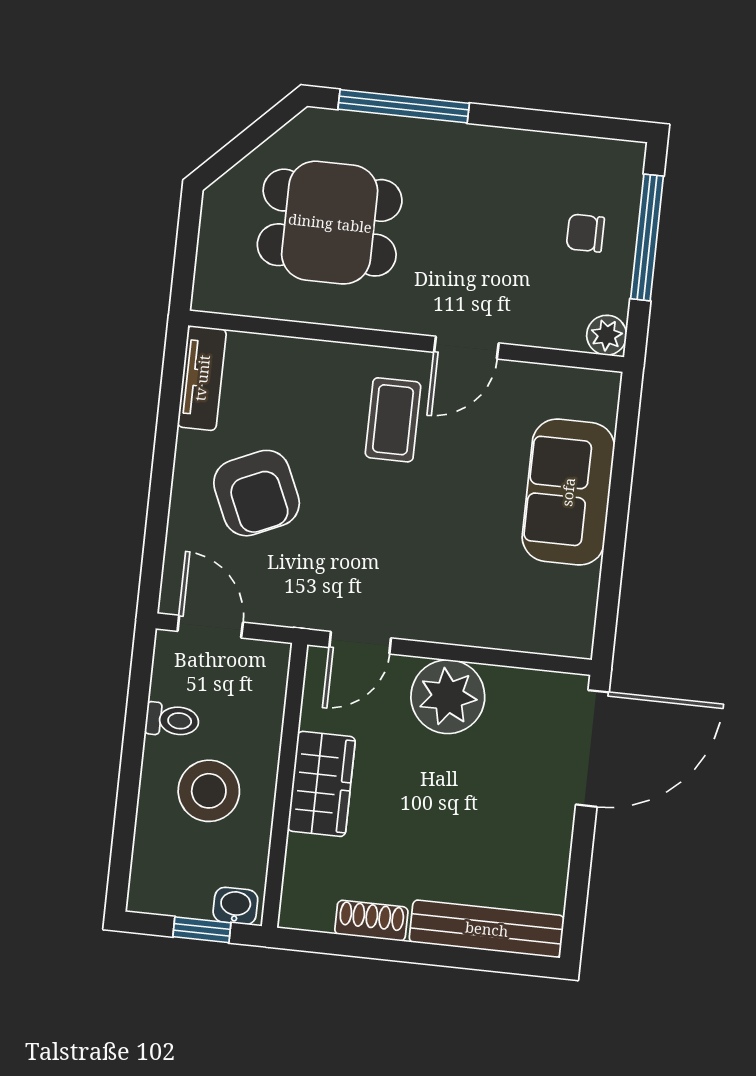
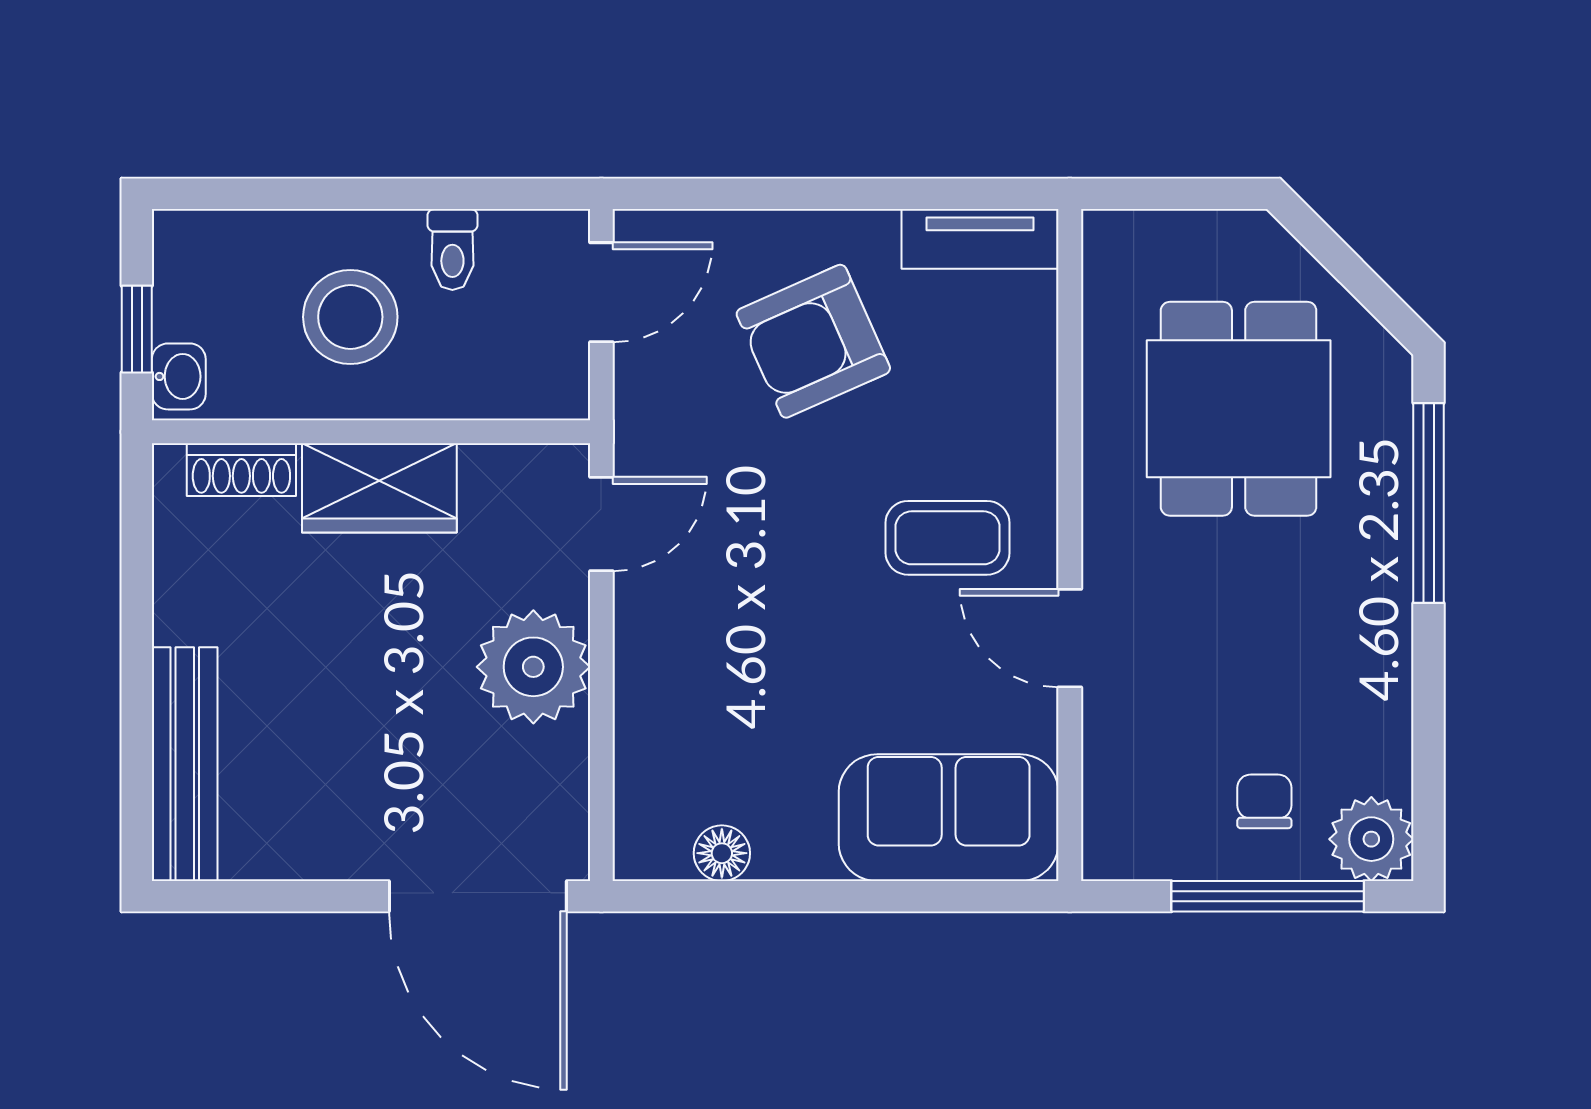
plant: (607, 335) -> (1371, 839), moved, width x1.38, depth x1.38
sofa: (568, 492) -> (949, 818), moved
floor lamp: (581, 588) -> (722, 853), added
door: (360, 643) -> (601, 524), swing flipped
shoe rack: (371, 921) -> (241, 470), moved, turned 90

